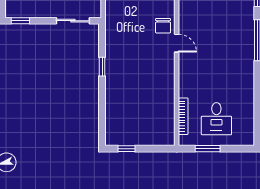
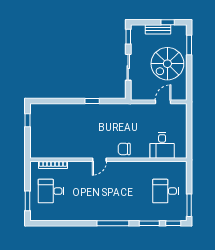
sliding door: (73, 21) -> (128, 67), moved
door: (177, 43) -> (99, 160), moved
window: (208, 149) -> (27, 201), moved

